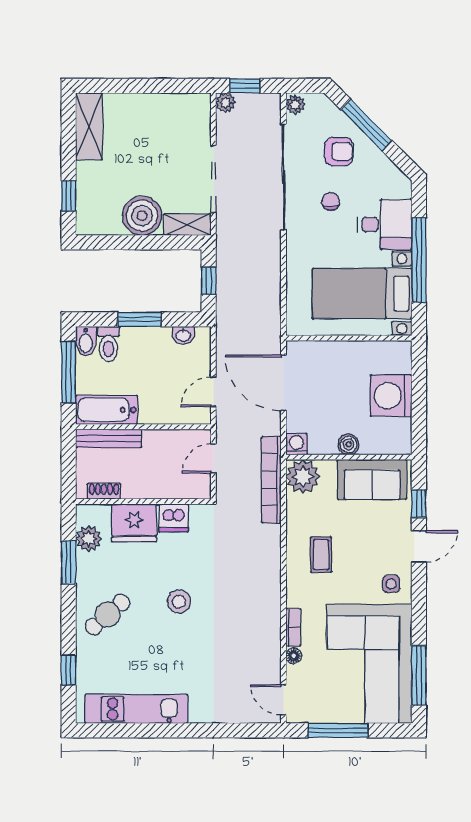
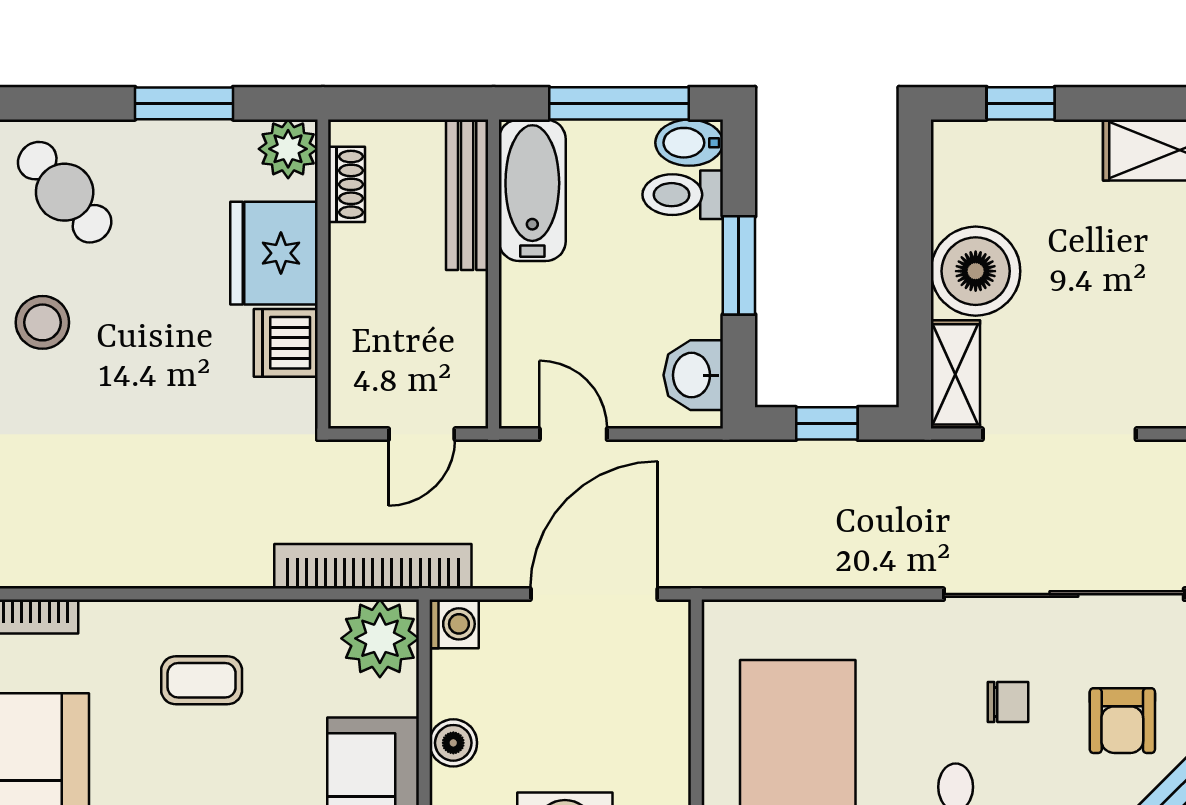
washbasin: (183, 335) -> (693, 375), width x1.38, depth x1.45
door: (213, 458) -> (422, 434), swing flipped
plant: (88, 539) -> (288, 149), moved
stool: (179, 602) -> (42, 322), moved

